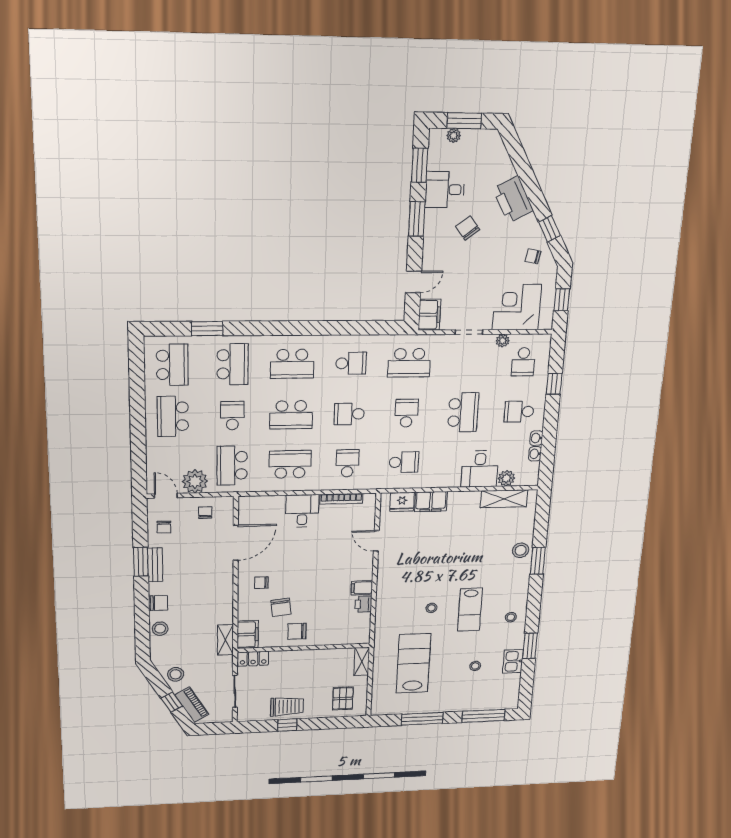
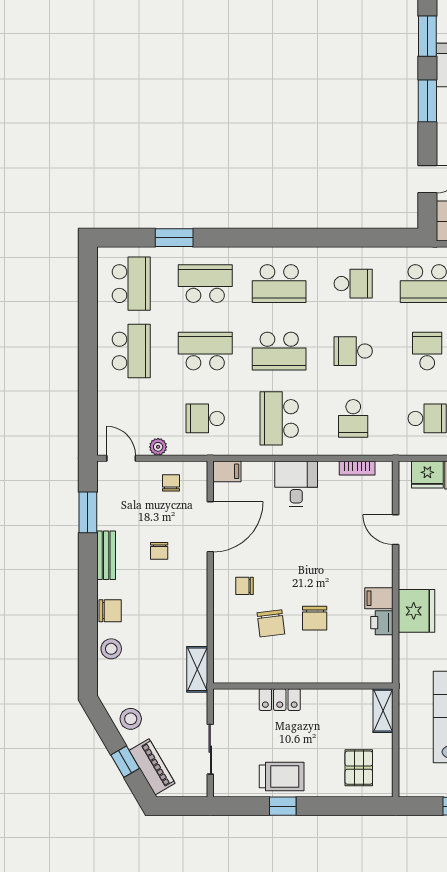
school desk: (233, 364) -> (205, 284), turned -90
school desk: (173, 416) -> (131, 351), turned 180
school desk: (232, 416) -> (205, 351), width x1.85
school desk: (347, 463) -> (353, 418), turned 180
school desk: (290, 464) -> (279, 418), turned -90
school desk: (232, 465) -> (205, 418), width x0.54
plant: (195, 481) -> (158, 447), width x0.53, depth x0.53
bookcase: (341, 499) -> (357, 468), width x0.64
chair: (164, 527) -> (159, 551), moved
window: (141, 562) -> (88, 512), moved
fridge: (389, 595) -> (417, 611), added
chair: (297, 631) -> (315, 618), moved, turned -90
filing cabinet: (248, 635) -> (227, 471), moved, width x0.50
locker: (253, 659) -> (280, 700), moved

